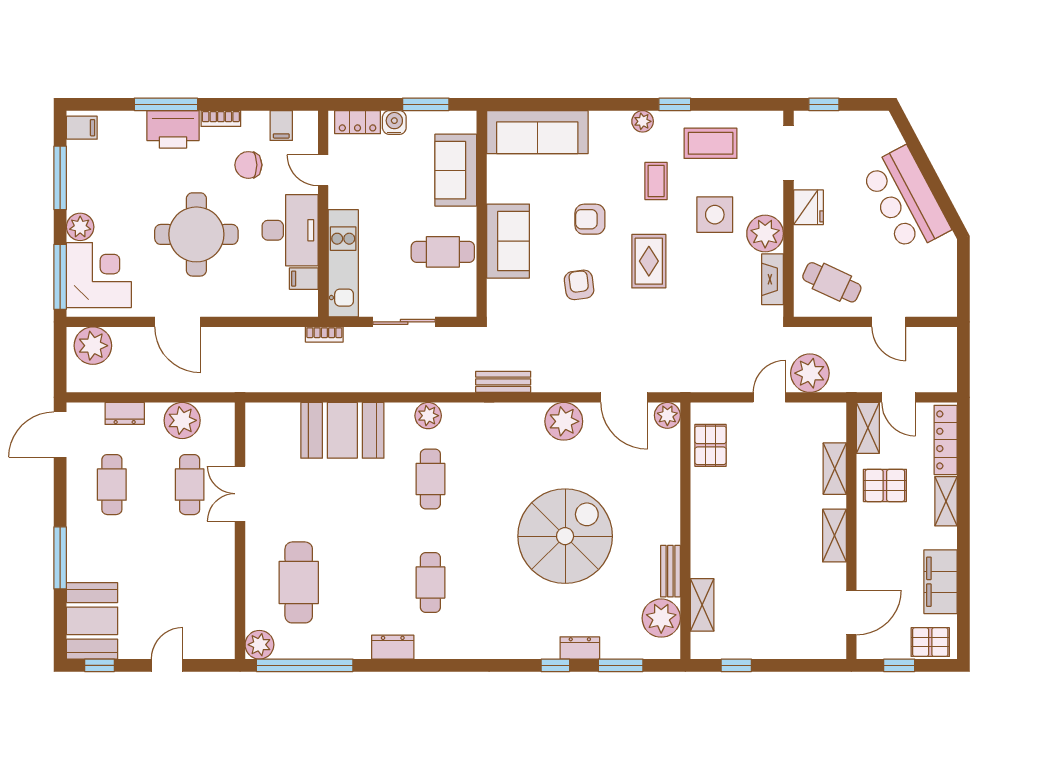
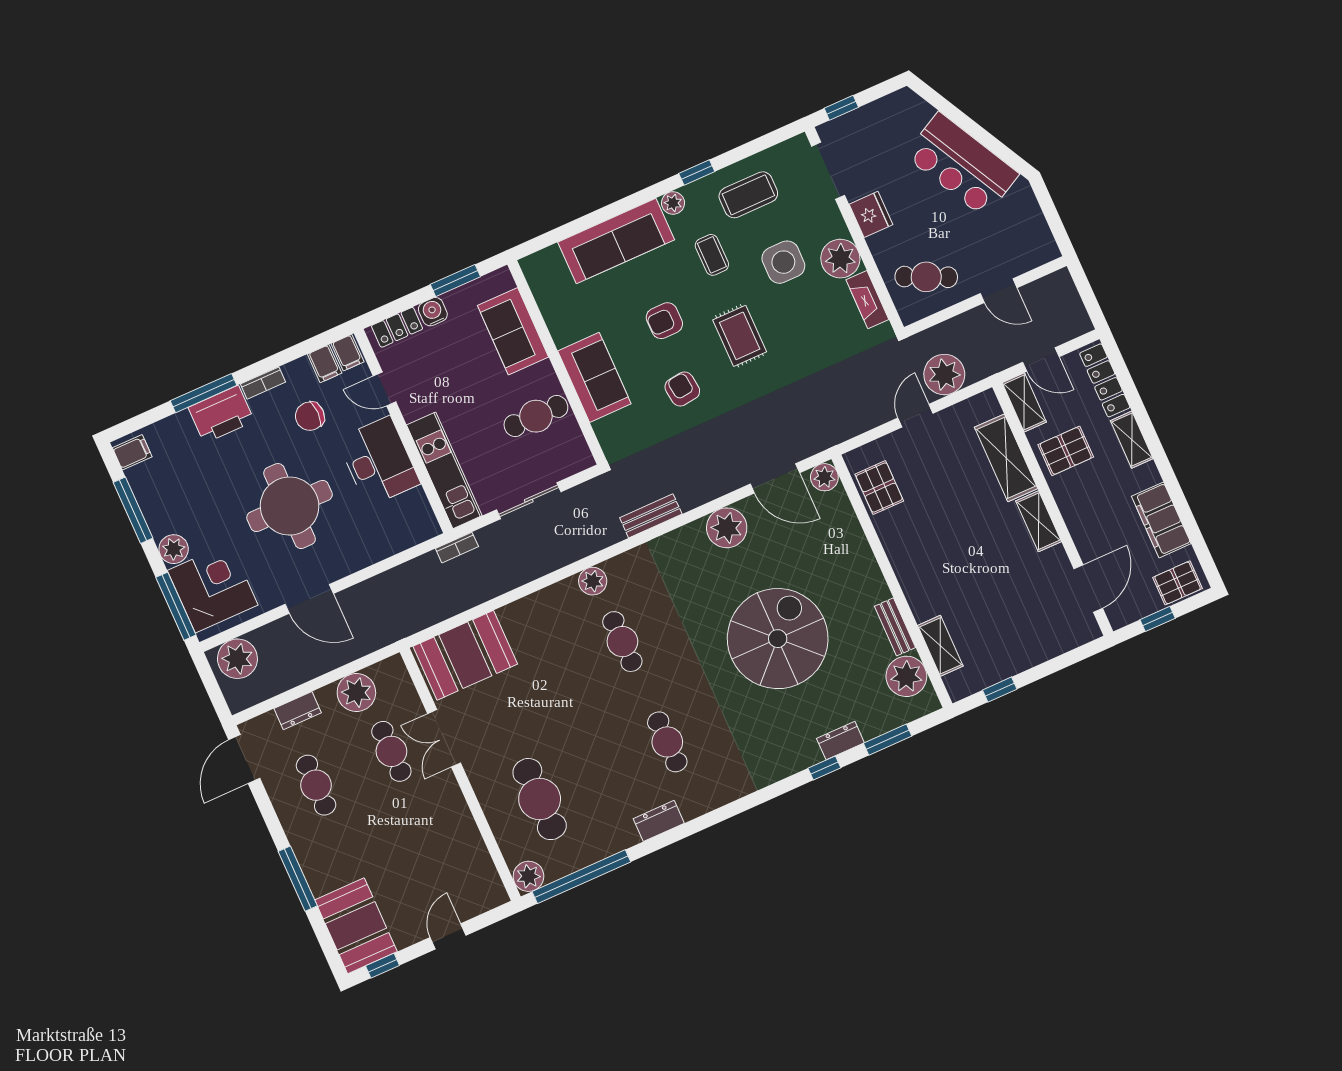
sofa: (537, 132) -> (616, 241), moved
filing cabinet: (304, 279) -> (347, 353), moved, turned -90
booth: (342, 430) -> (465, 655), moved
shelving: (835, 469) -> (1006, 458), width x1.50, depth x1.33

